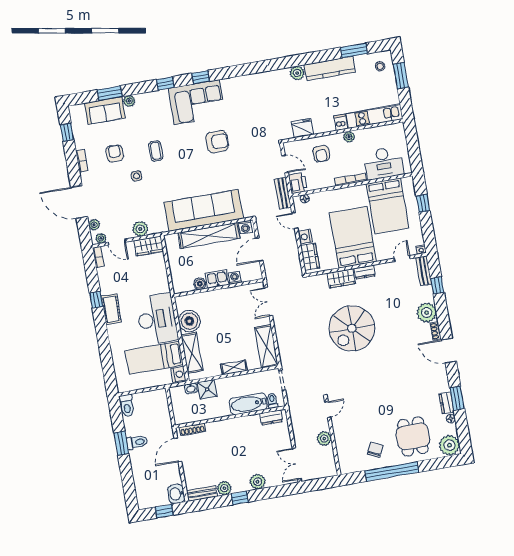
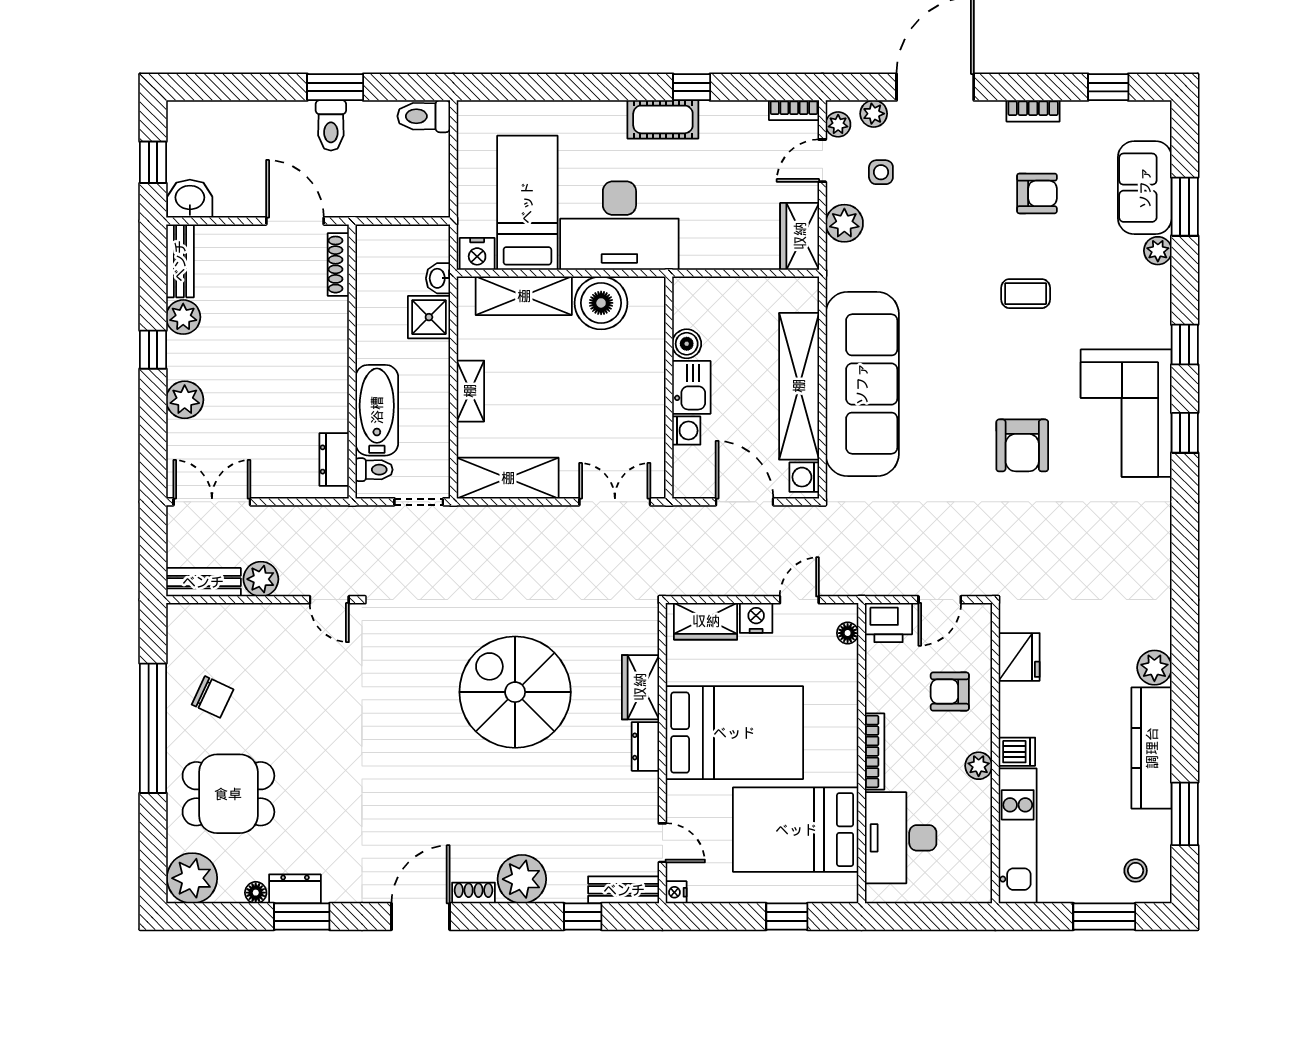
side table: (136, 176) -> (881, 172), moved
bench: (283, 193) -> (203, 582), moved

